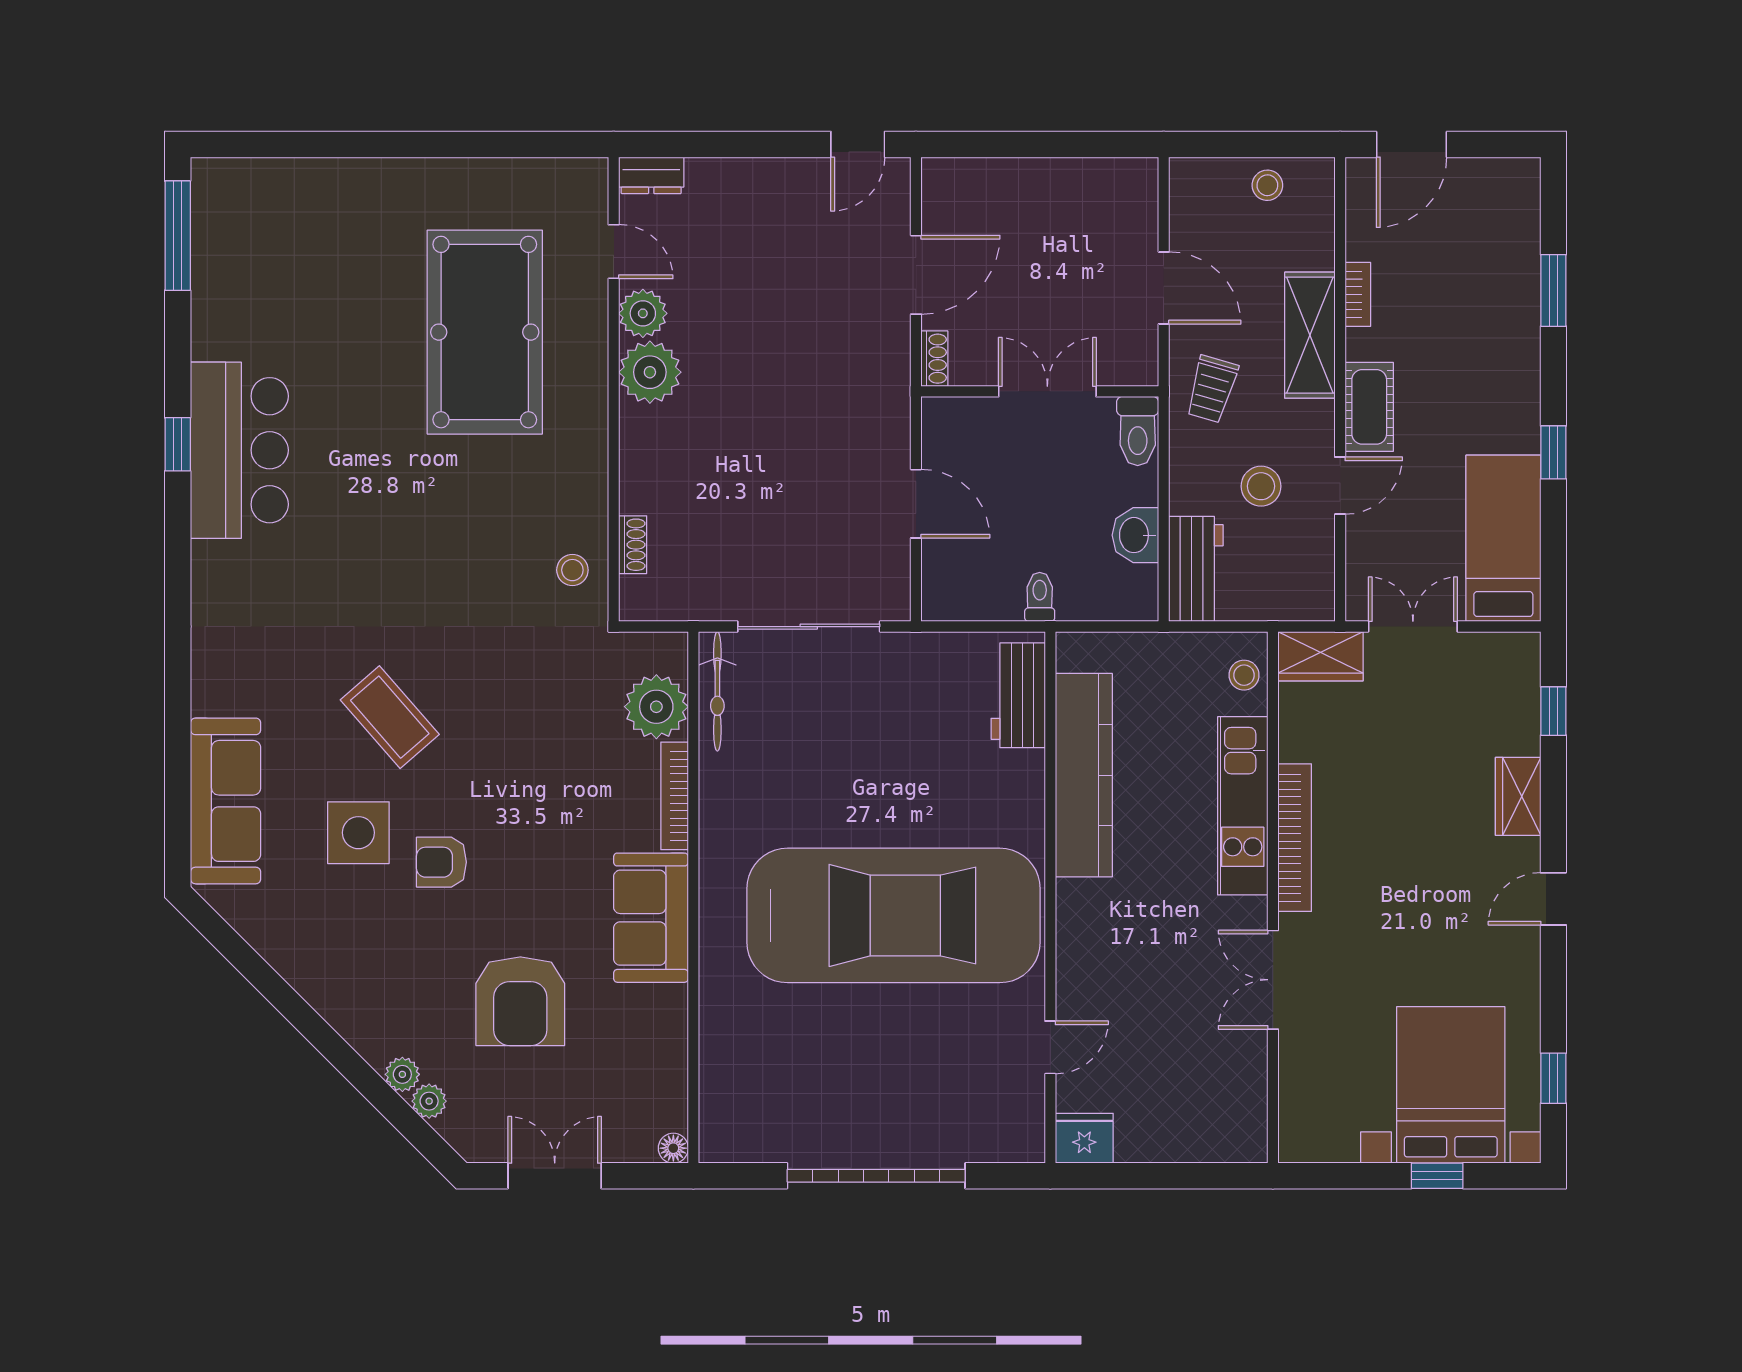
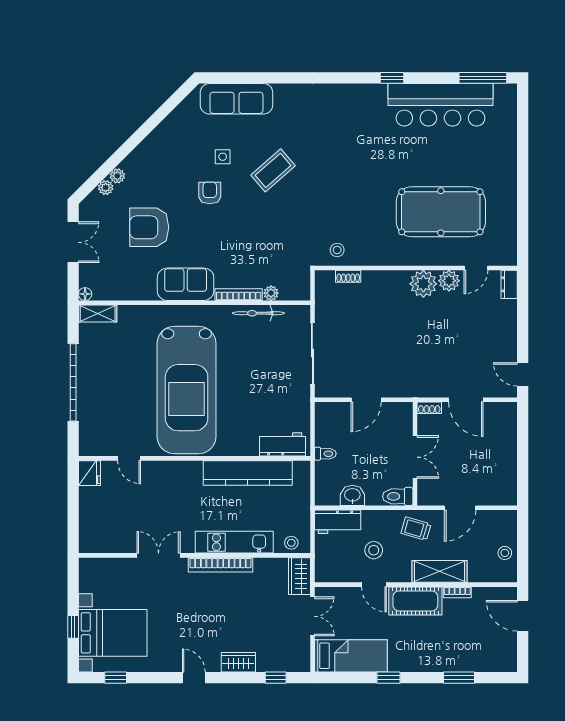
cot: (1369, 407) -> (415, 601), width x1.37, depth x1.34
bar counter: (239, 450) -> (440, 105), moved, width x1.36
bicycle: (717, 691) -> (258, 313), moved
plant: (656, 707) -> (271, 293), width x0.53, depth x0.53
side table: (358, 833) -> (223, 157), width x0.54, depth x0.54
shelving: (718, 1120) -> (98, 313), added

